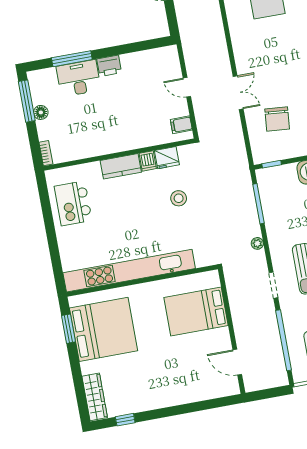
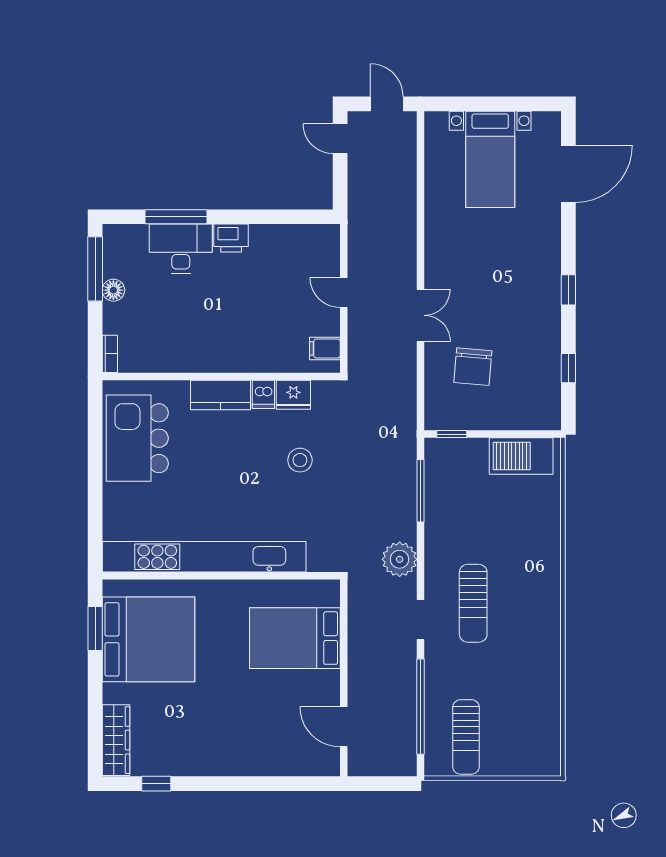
kitchen island: (73, 203) -> (137, 438), width x1.37, depth x1.28
plant: (257, 243) -> (400, 559), width x1.88, depth x1.88

